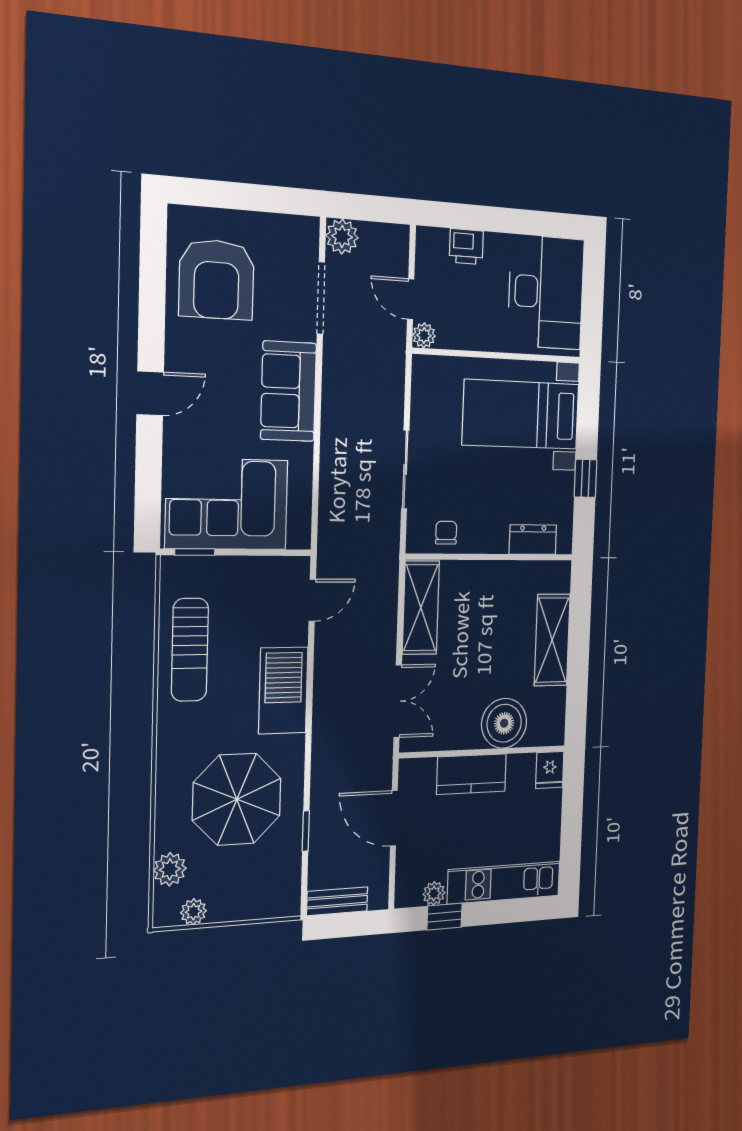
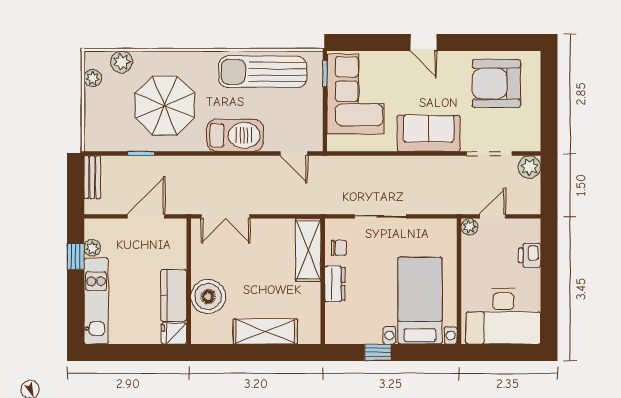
dresser: (533, 540) -> (335, 284), moved
shelving: (421, 608) -> (308, 250), moved, turned 90
sun lounger: (190, 650) -> (263, 72), width x1.36, depth x1.34
kitchen counter: (472, 774) -> (174, 295), moved

